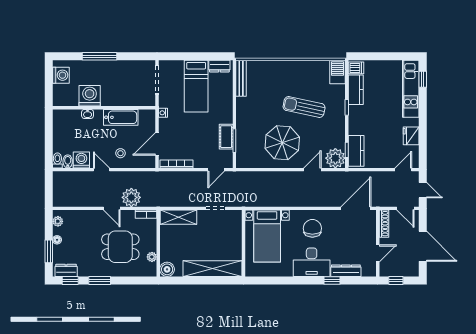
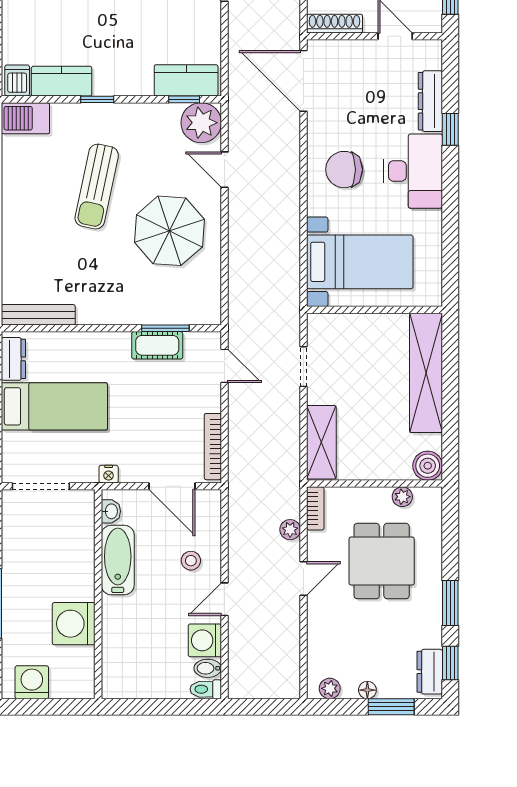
washbasin: (88, 114) -> (111, 511), moved
plant: (131, 197) -> (290, 530), width x0.53, depth x0.53

